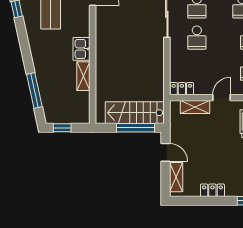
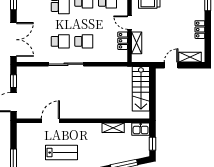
kitchen sink: (81, 49) -> (141, 129), moved
locker: (182, 89) -> (123, 41), moved
window: (135, 128) -> (152, 88), removed

